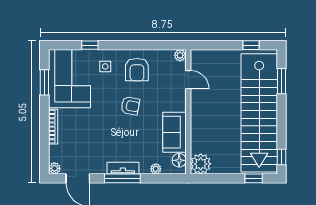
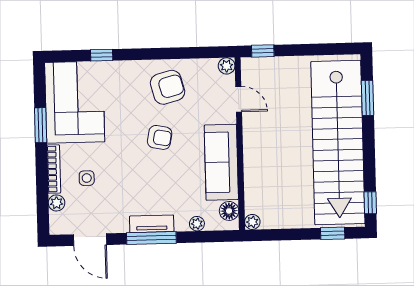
window: (251, 45) -> (263, 51), moved
side table: (105, 66) -> (87, 178), moved
armchair: (137, 70) -> (168, 87), turned -105
window: (44, 82) -> (41, 125), moved
sofa: (174, 132) -> (221, 162), width x1.36
plant: (201, 164) -> (252, 222), width x0.53, depth x0.53
plant: (54, 168) -> (57, 203), moved

